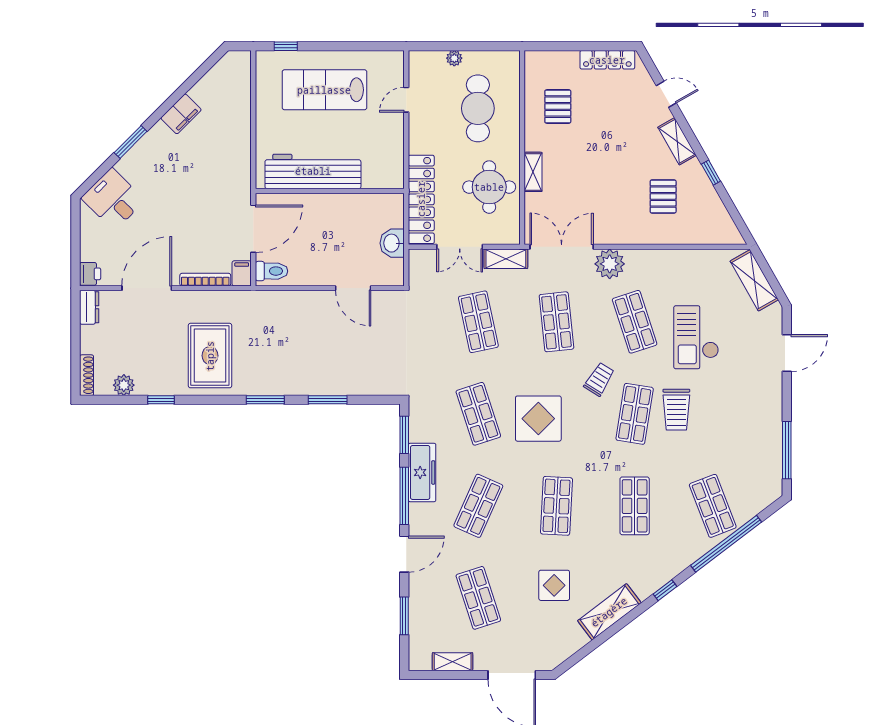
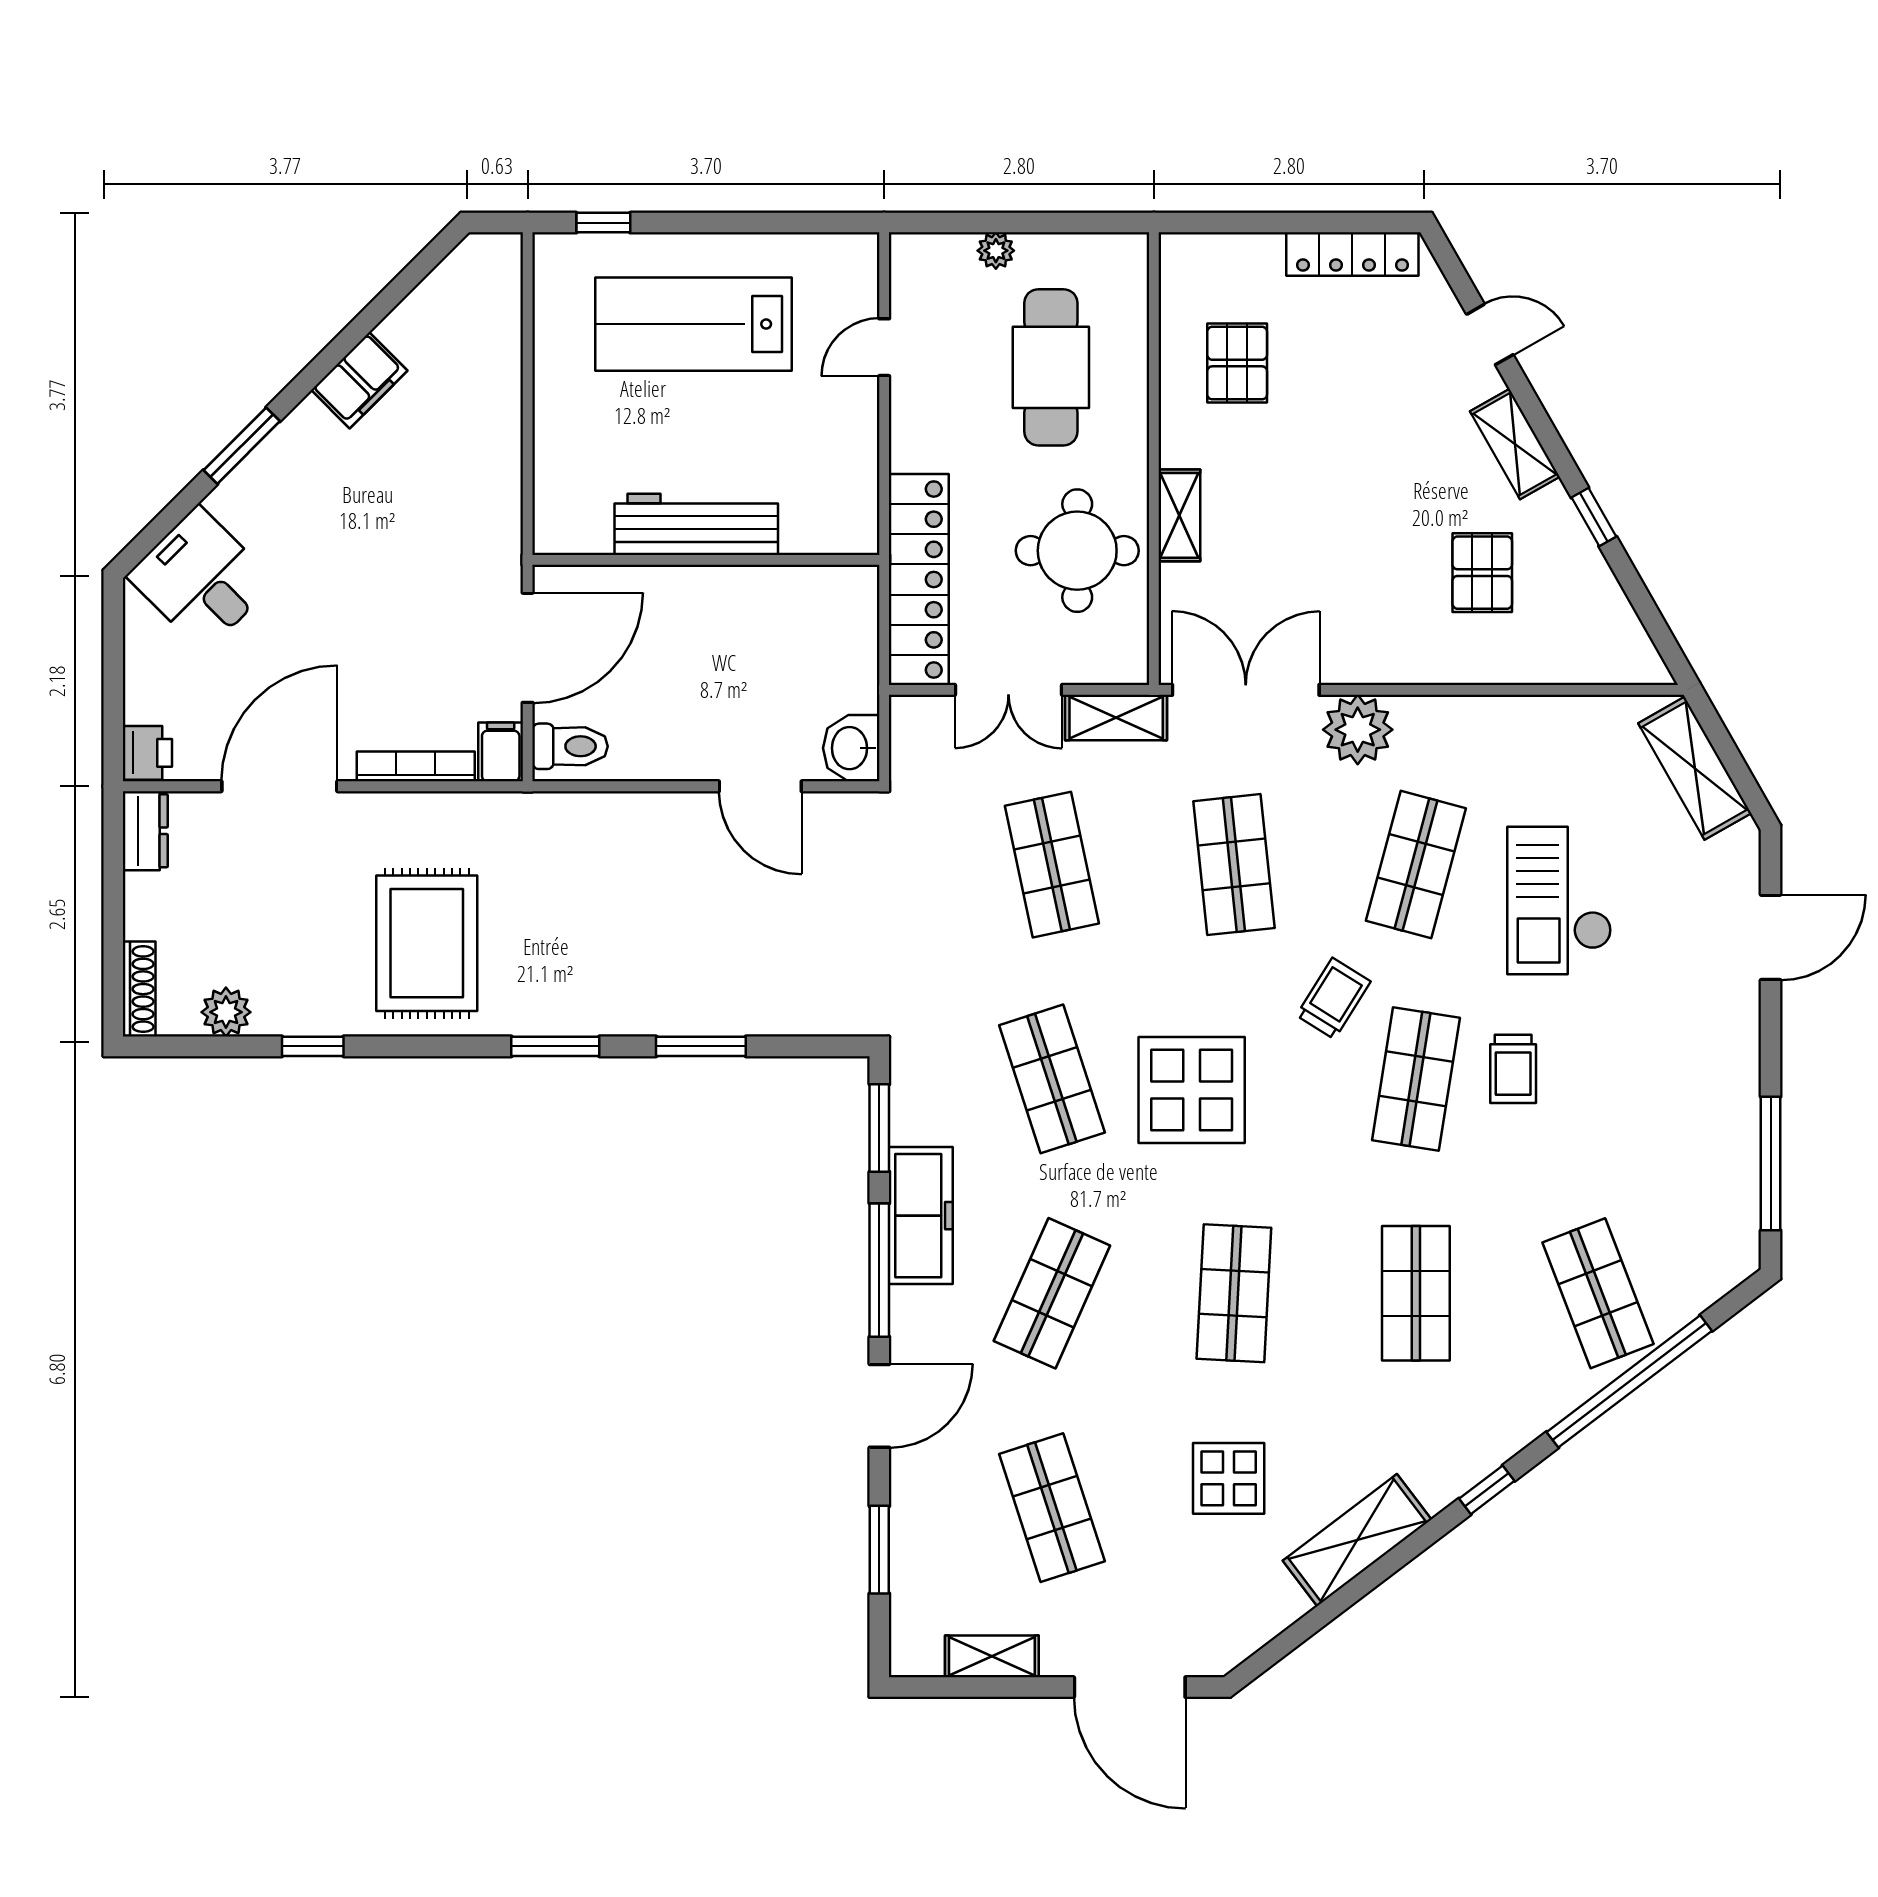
workbench: (313, 171) -> (696, 524), width x0.73, depth x0.76
washbasin: (392, 243) -> (851, 748), moved
shop shelf: (635, 322) -> (1416, 865), turned 33
trolley: (676, 410) -> (1513, 1069), width x0.73, depth x0.72

